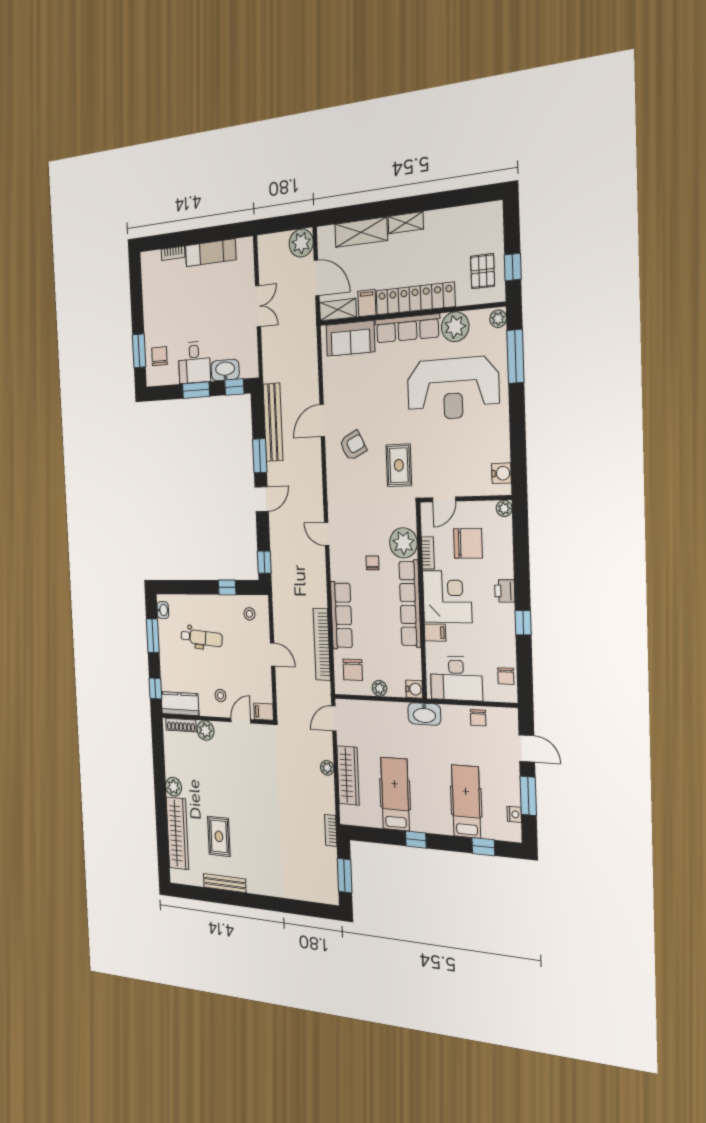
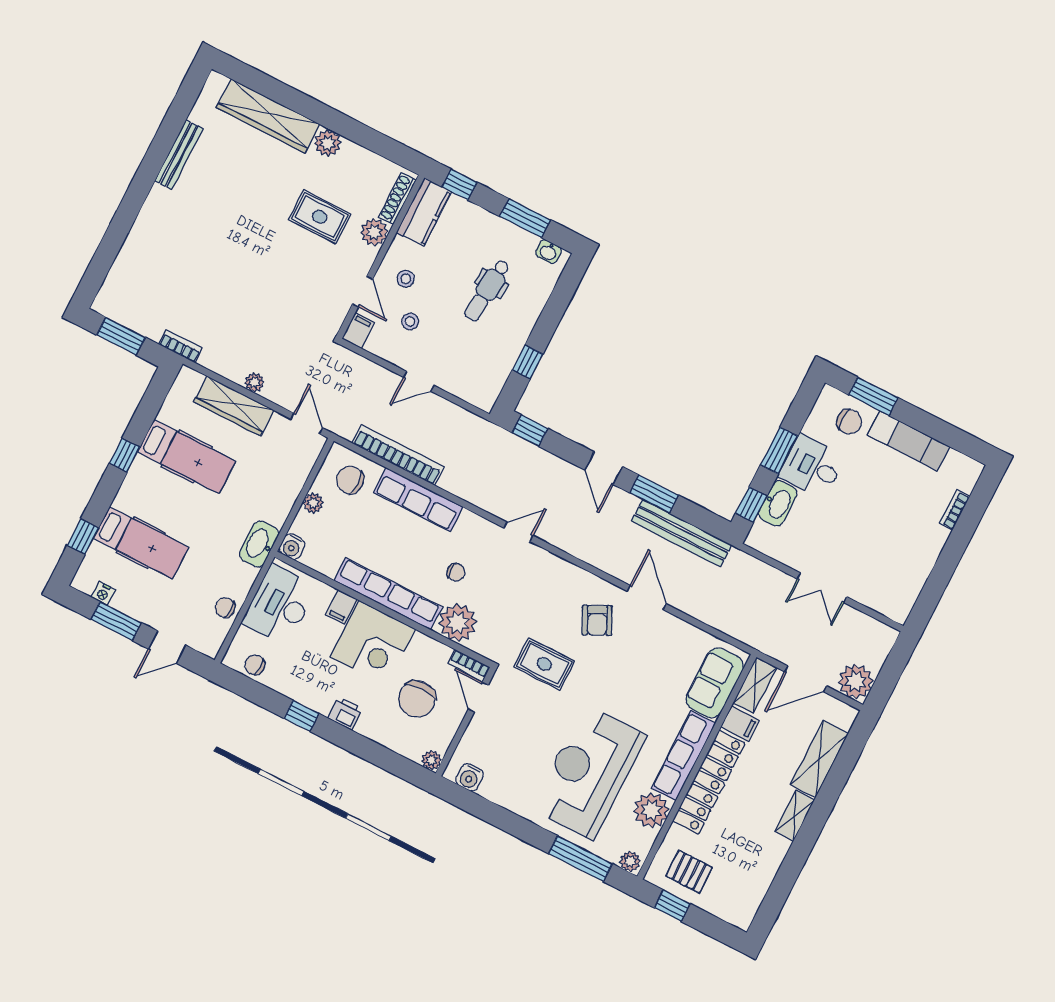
exam couch: (211, 253) -> (909, 441), moved, turned -90
bookcase: (428, 553) -> (469, 665), moved
stool: (249, 614) -> (410, 321), moved
rug: (219, 836) -> (320, 217), moved

